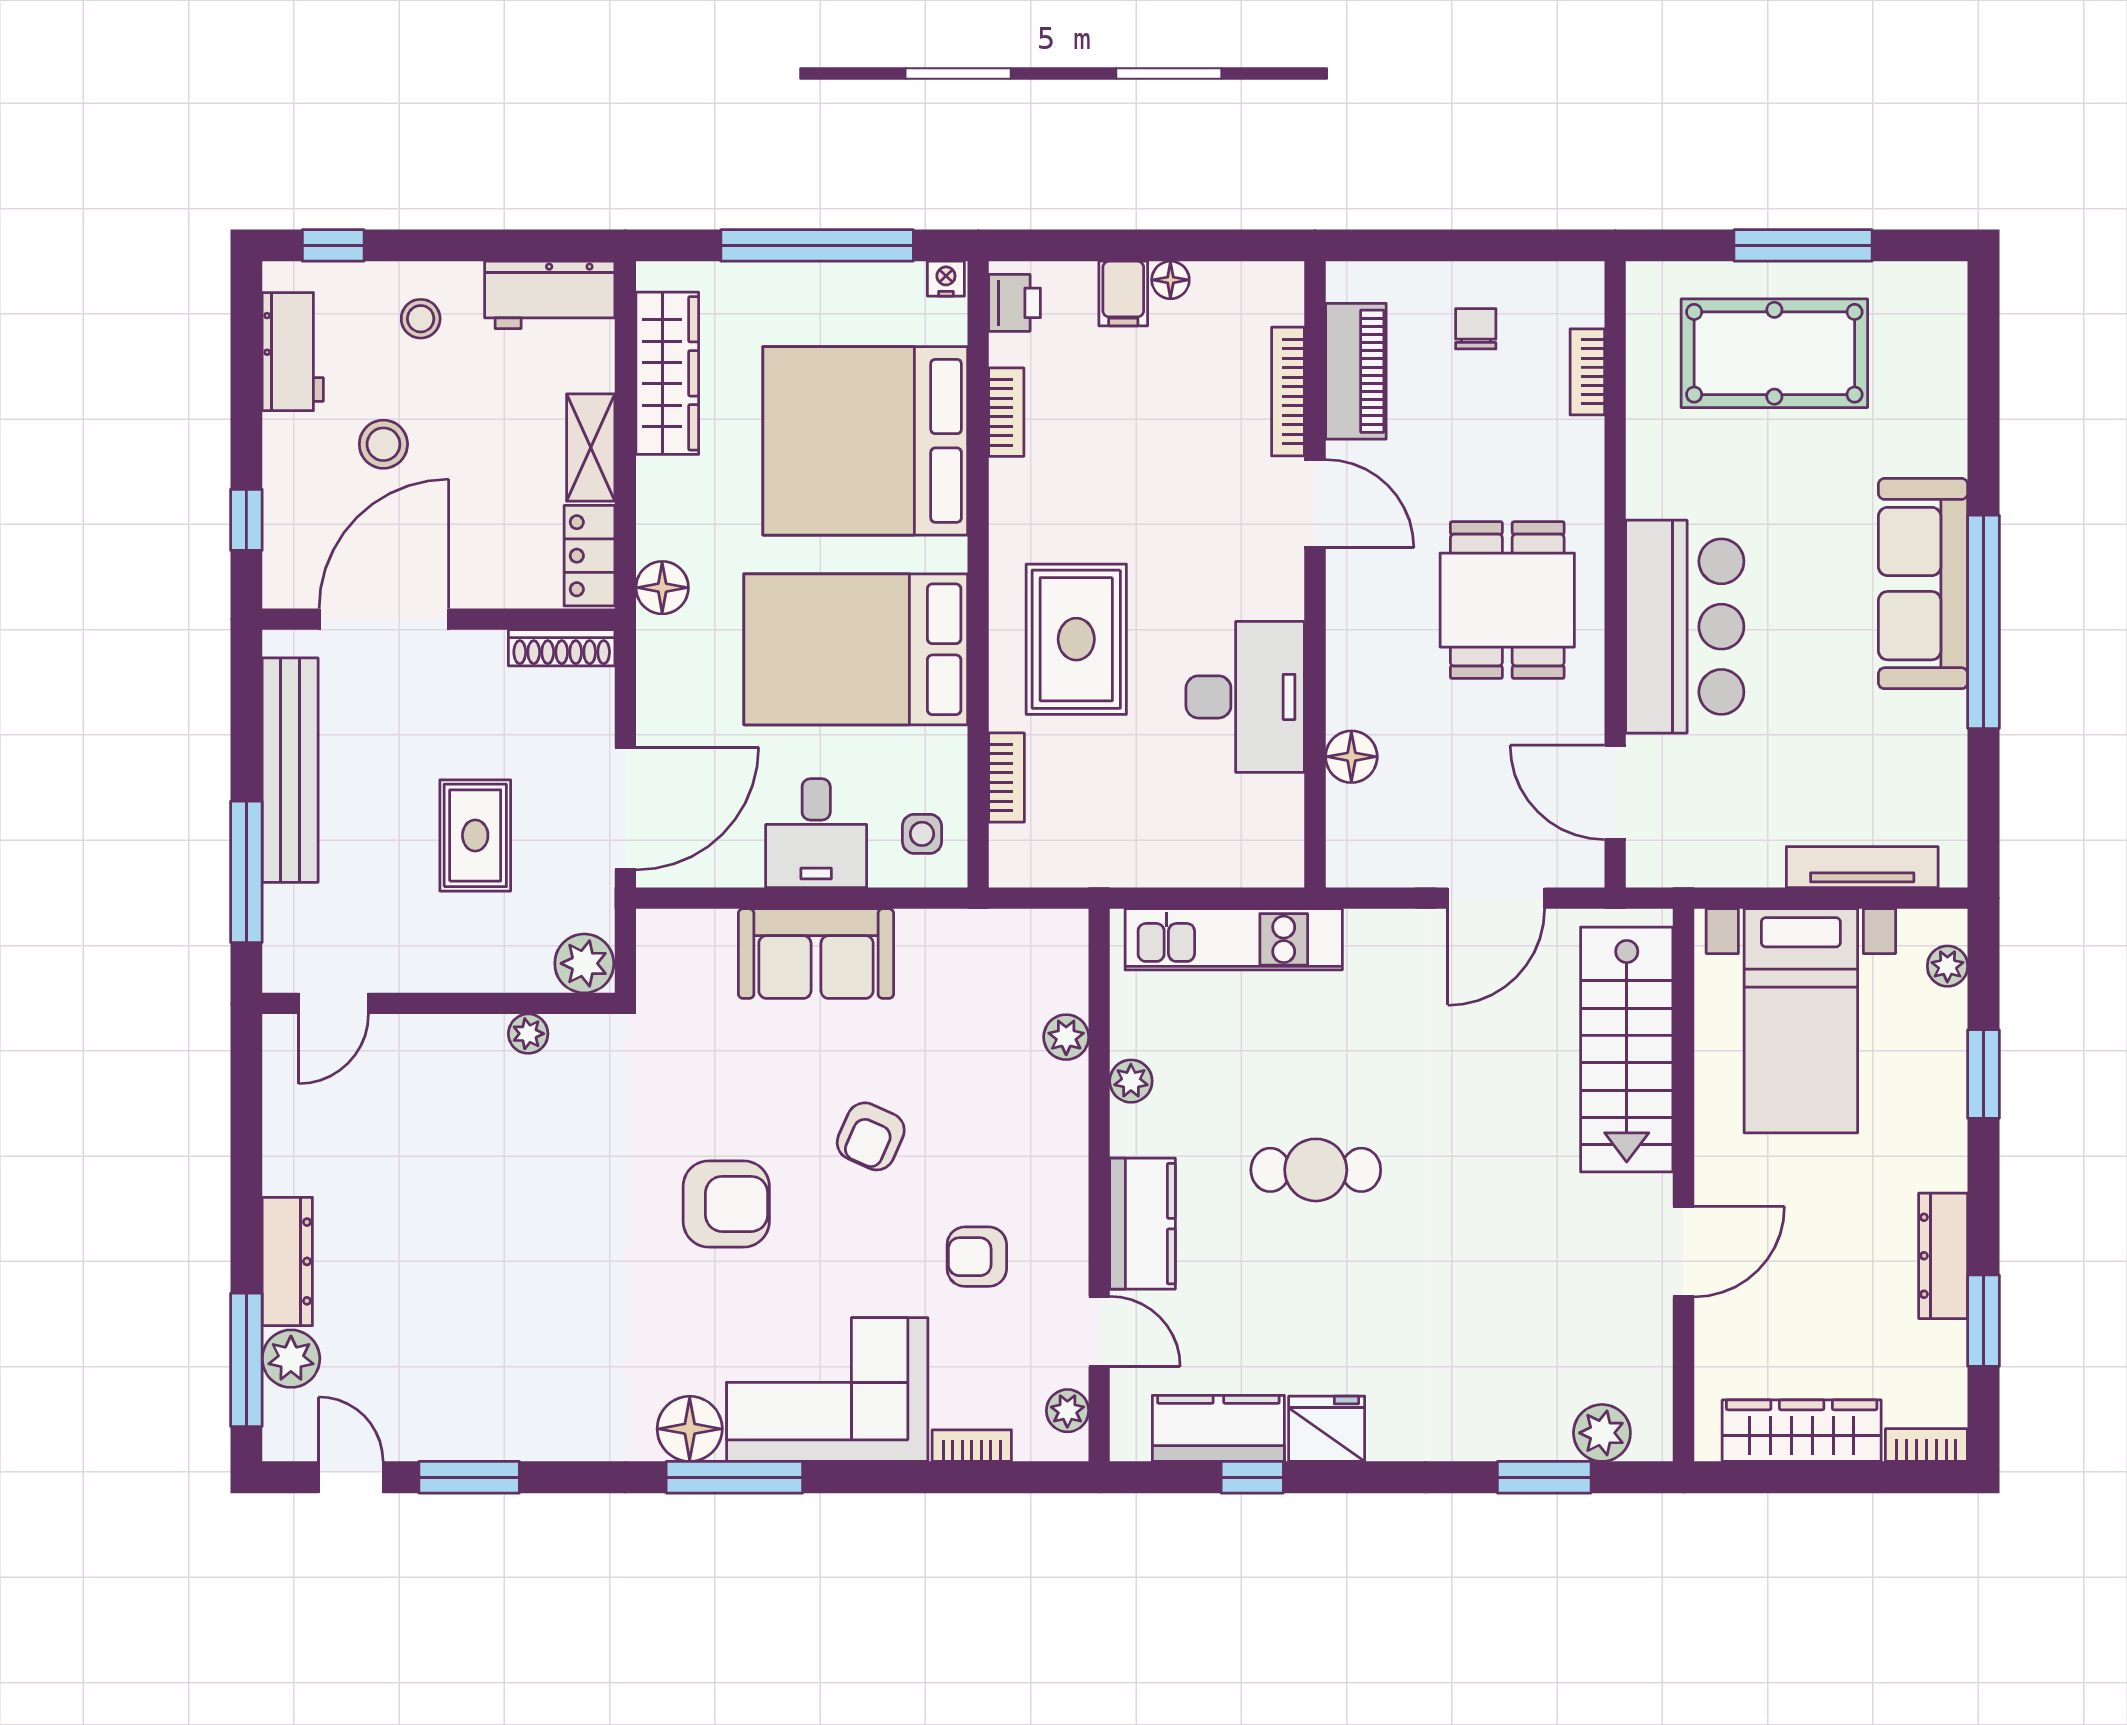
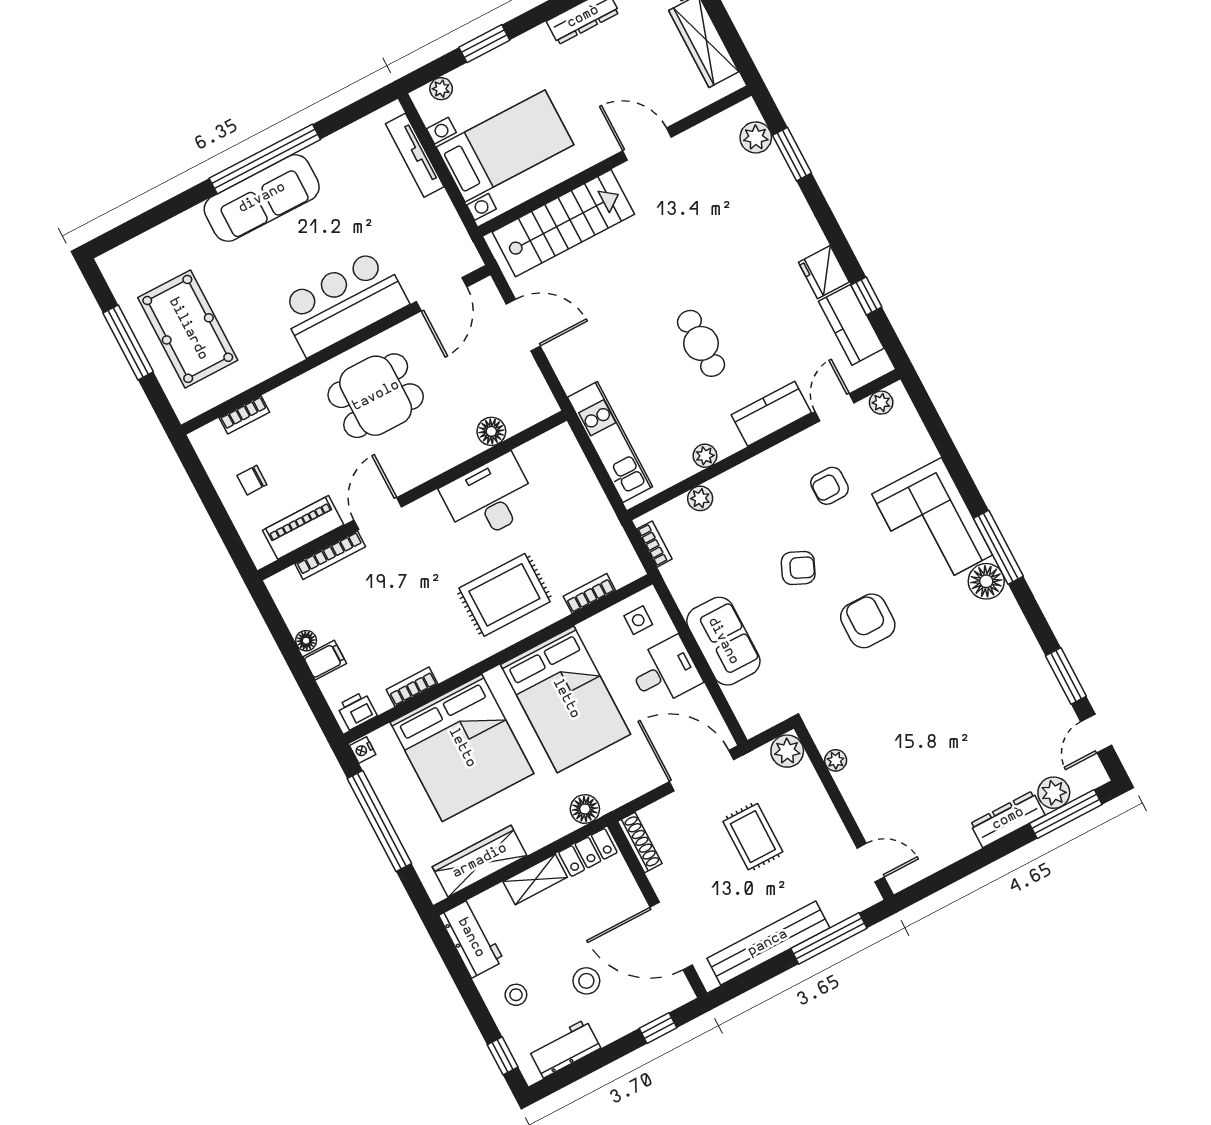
rug: (475, 835) -> (753, 837), turned 90
armchair: (977, 1257) -> (829, 486), turned 90
bookcase: (972, 1446) -> (654, 544), moved, turned 180

